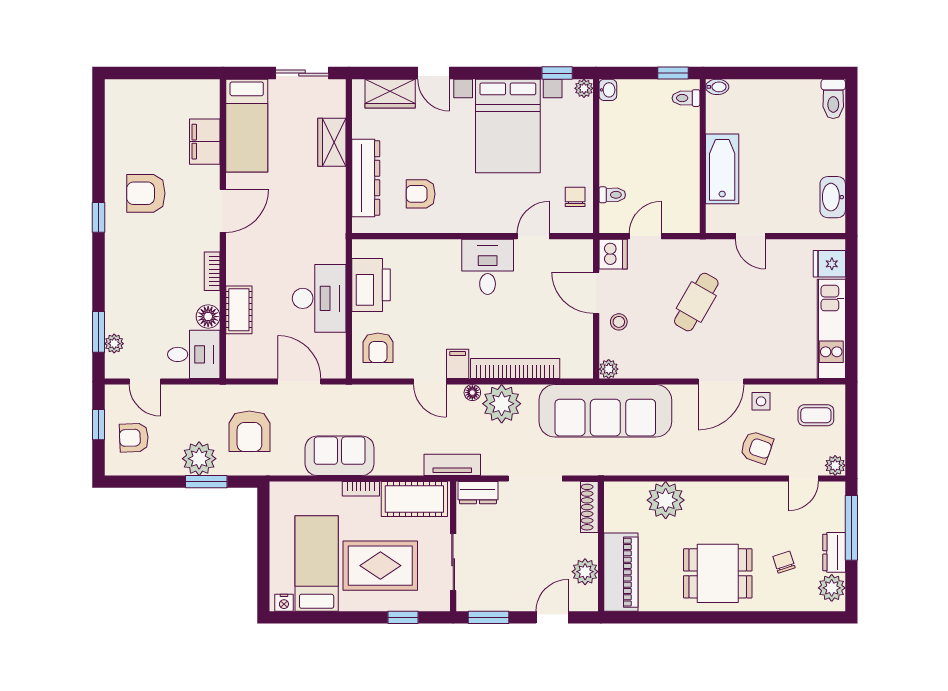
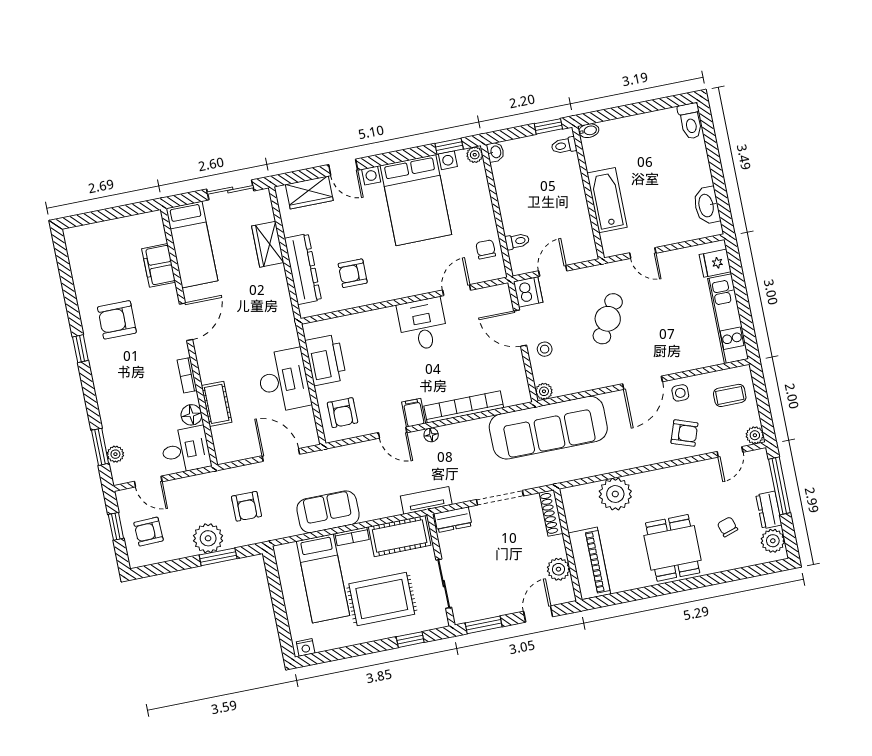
plant: (502, 404) -> (458, 439), removed
armchair: (249, 431) -> (247, 506), width x0.72, depth x0.72
bed: (317, 564) -> (323, 578), moved, turned 180
dining table: (718, 573) -> (673, 548), turned 90

